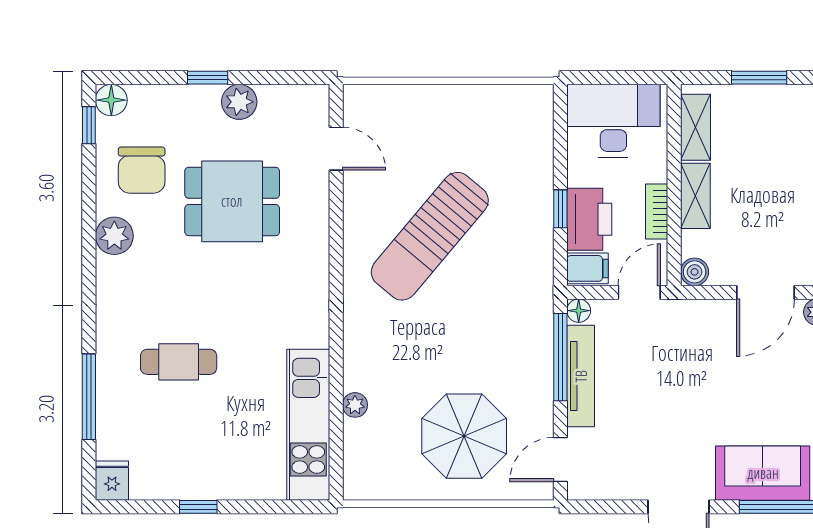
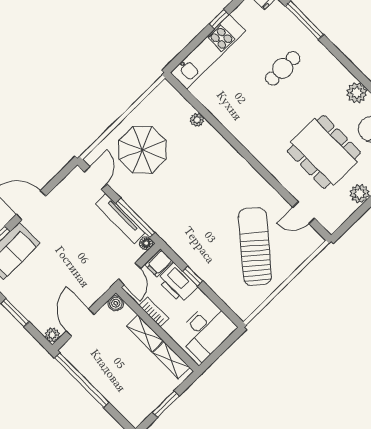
dining table: (232, 201) -> (324, 152), width x1.38
sun lounger: (430, 236) -> (255, 247), moved
kitchen unit: (308, 425) -> (208, 52), moved, turned 90

